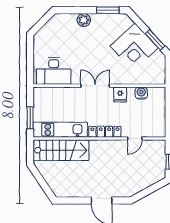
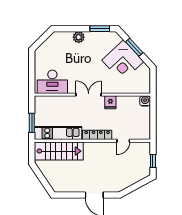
window: (155, 40) -> (134, 47), moved
water cooler: (141, 93) -> (145, 101), moved

